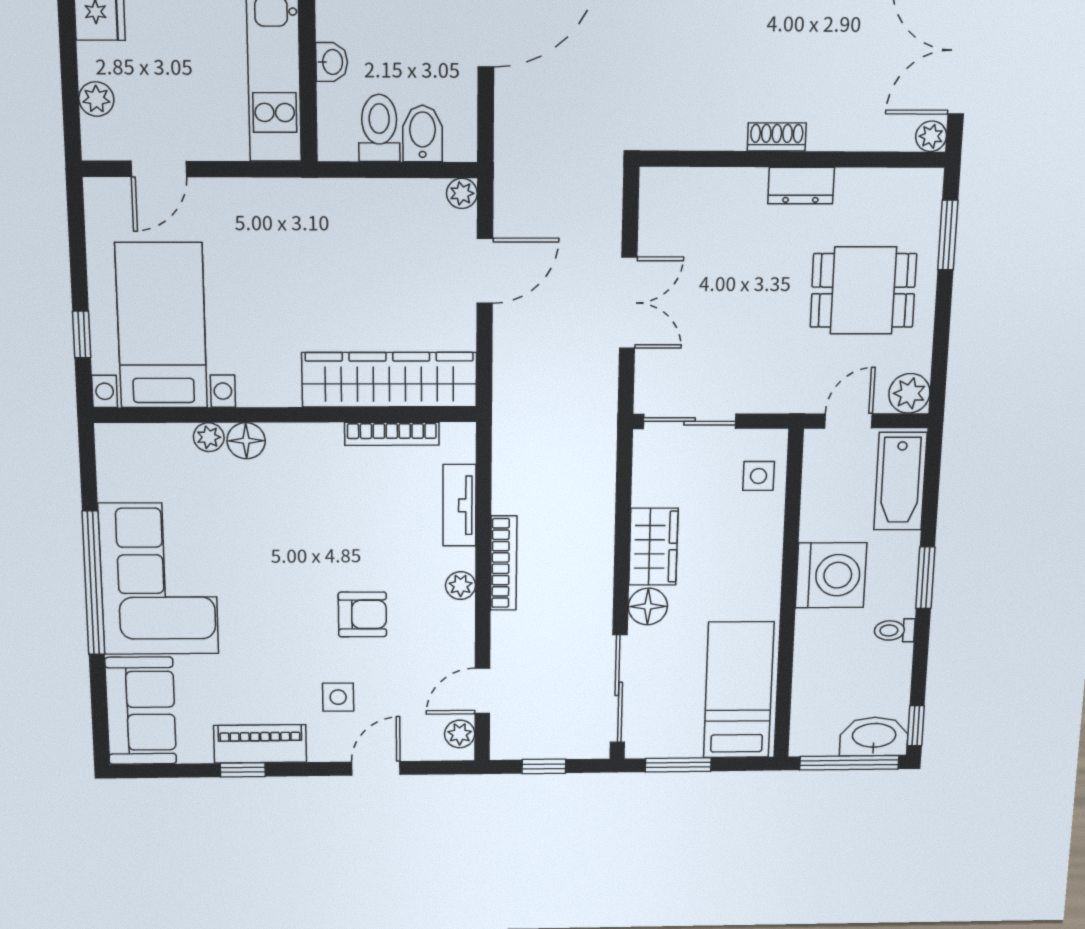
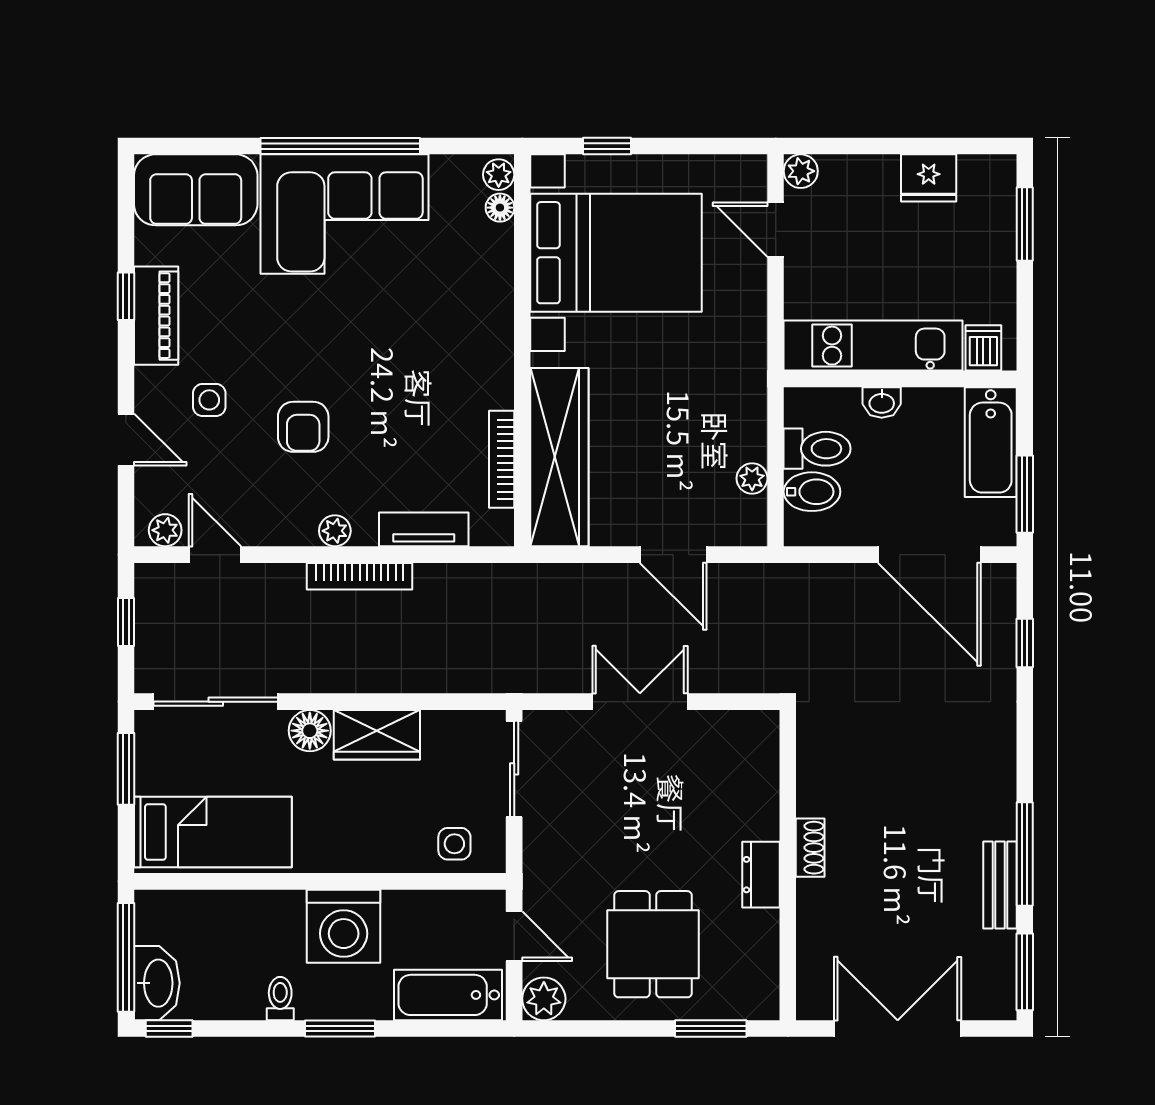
plant: (96, 99) -> (801, 171), moved
plant: (931, 136) -> (812, 1005), removed
plant: (462, 193) -> (752, 478), moved
double door: (628, 303) -> (640, 702), swing flipped
bed with nightstands: (161, 326) -> (616, 253), width x1.36
plant: (209, 437) -> (499, 175), moved
floor lamp: (246, 441) -> (500, 208), moved, width x0.73, depth x0.73

